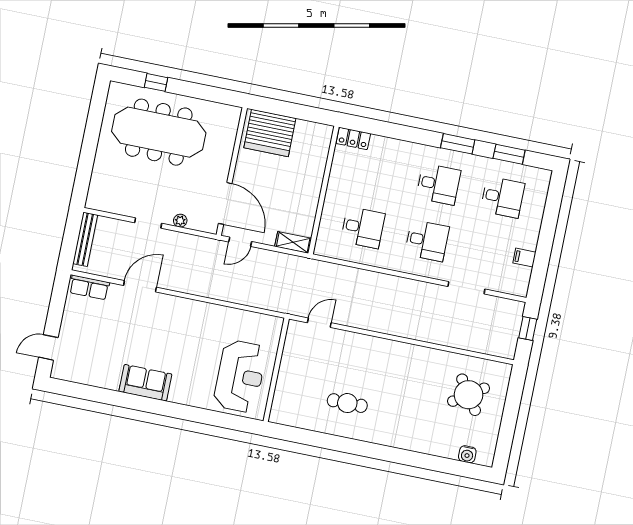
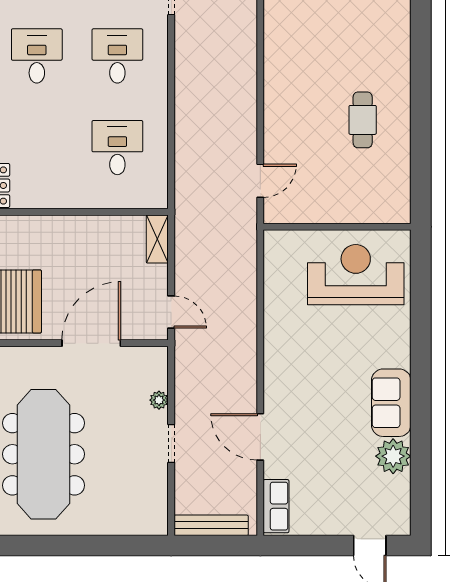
door: (225, 203) -> (91, 343), moved
door: (319, 323) -> (260, 181), swing flipped
plant: (108, 377) -> (393, 456), added

